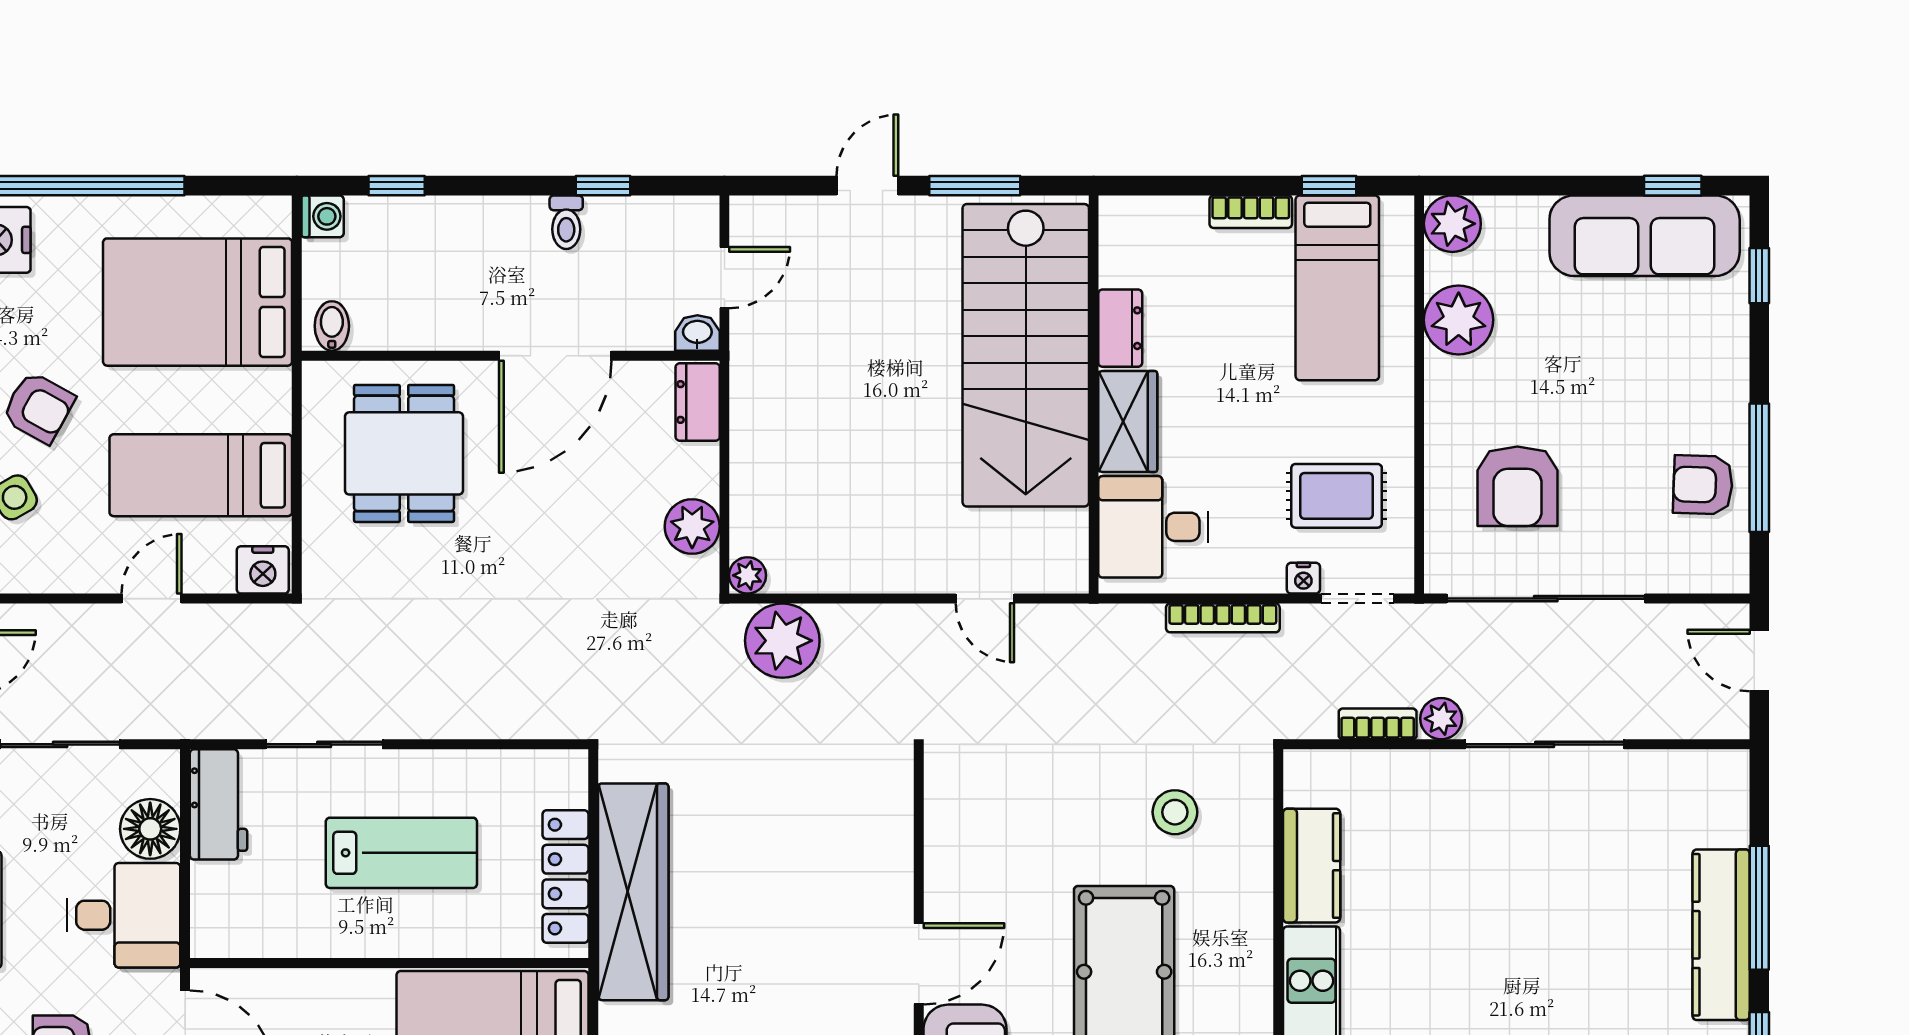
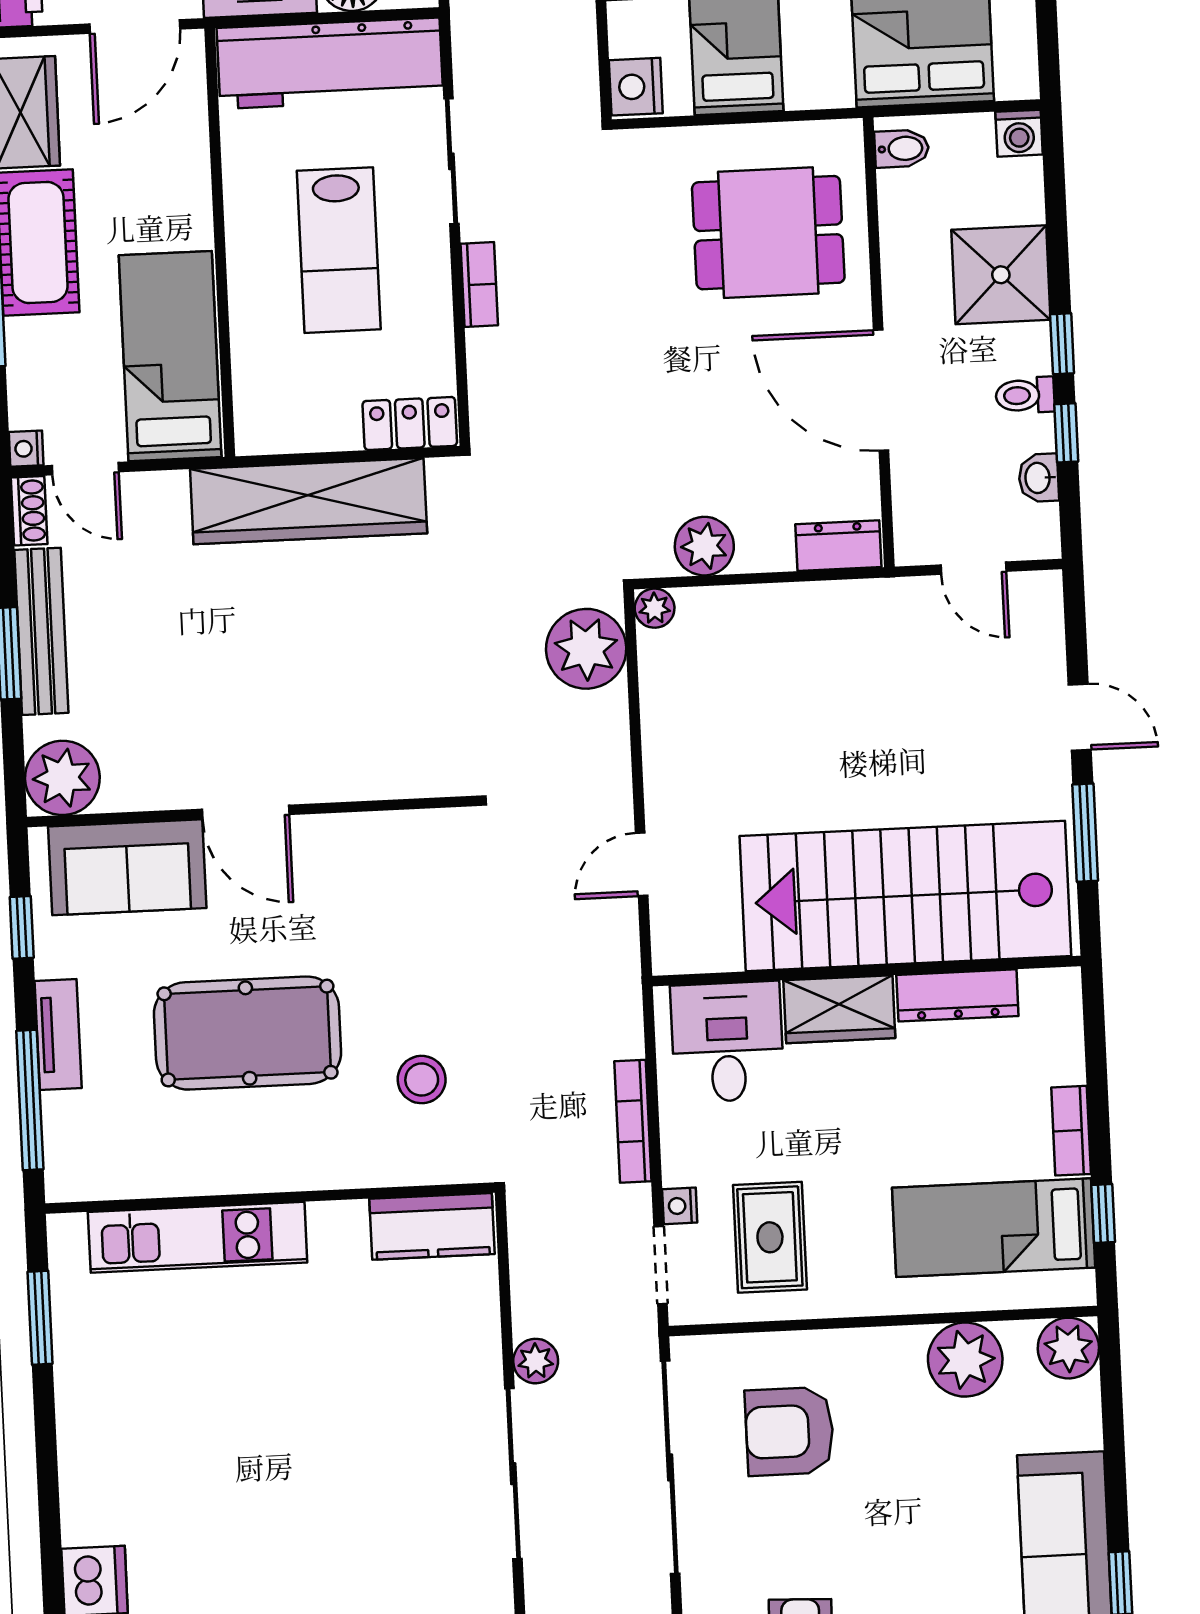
window: (397, 186) -> (1062, 344), moved
shower: (453, 239) -> (1001, 275), added
dresser: (1120, 328) -> (957, 995), width x1.44
washbasin: (697, 333) -> (1039, 478), moved, turned 180
bookcase: (1378, 724) -> (479, 284), moved
workbench: (218, 804) -> (330, 63), width x1.88, depth x1.32
kitchen counter: (1312, 866) -> (432, 1226), moved
locker: (565, 877) -> (410, 423), moved, width x0.66

